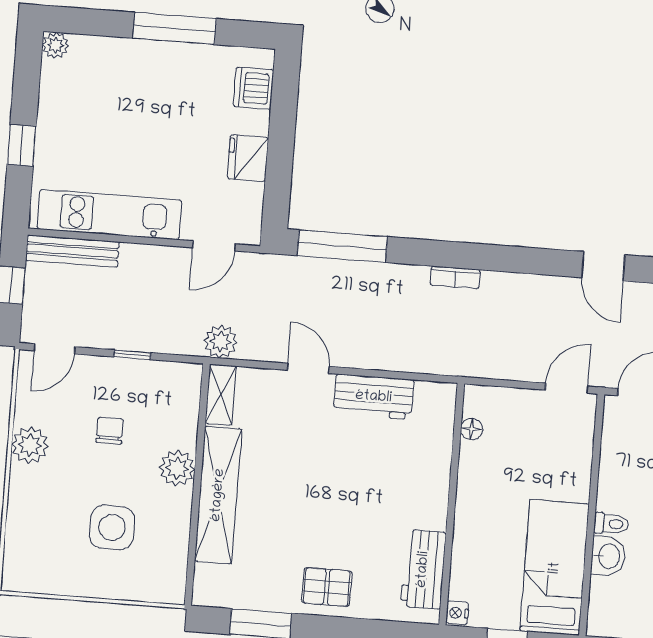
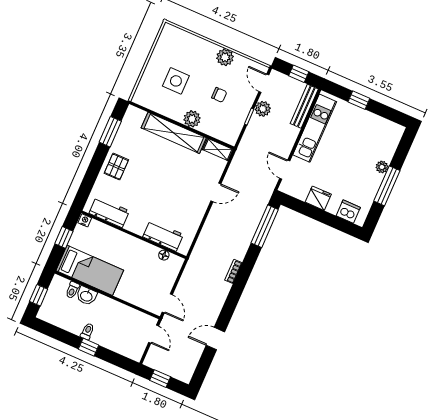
plant: (56, 45) -> (382, 167), moved
plant: (221, 342) -> (263, 109), moved
workbench: (374, 397) -> (163, 236), moved, turned 90
toilet: (611, 524) -> (72, 290), moved

